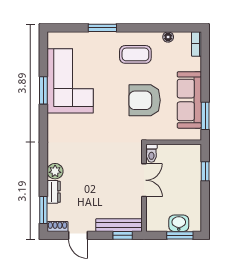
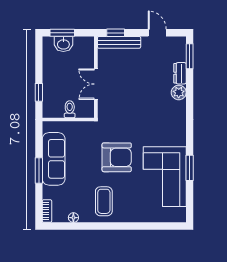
window: (102, 28) -> (135, 226), removed
coffee table: (135, 54) -> (104, 201), turned 90
armchair: (145, 100) -> (117, 157), moved
window: (205, 116) -> (39, 170), moved
toilet: (151, 153) -> (70, 109), moved
shoe rack: (57, 226) -> (176, 41), removed

